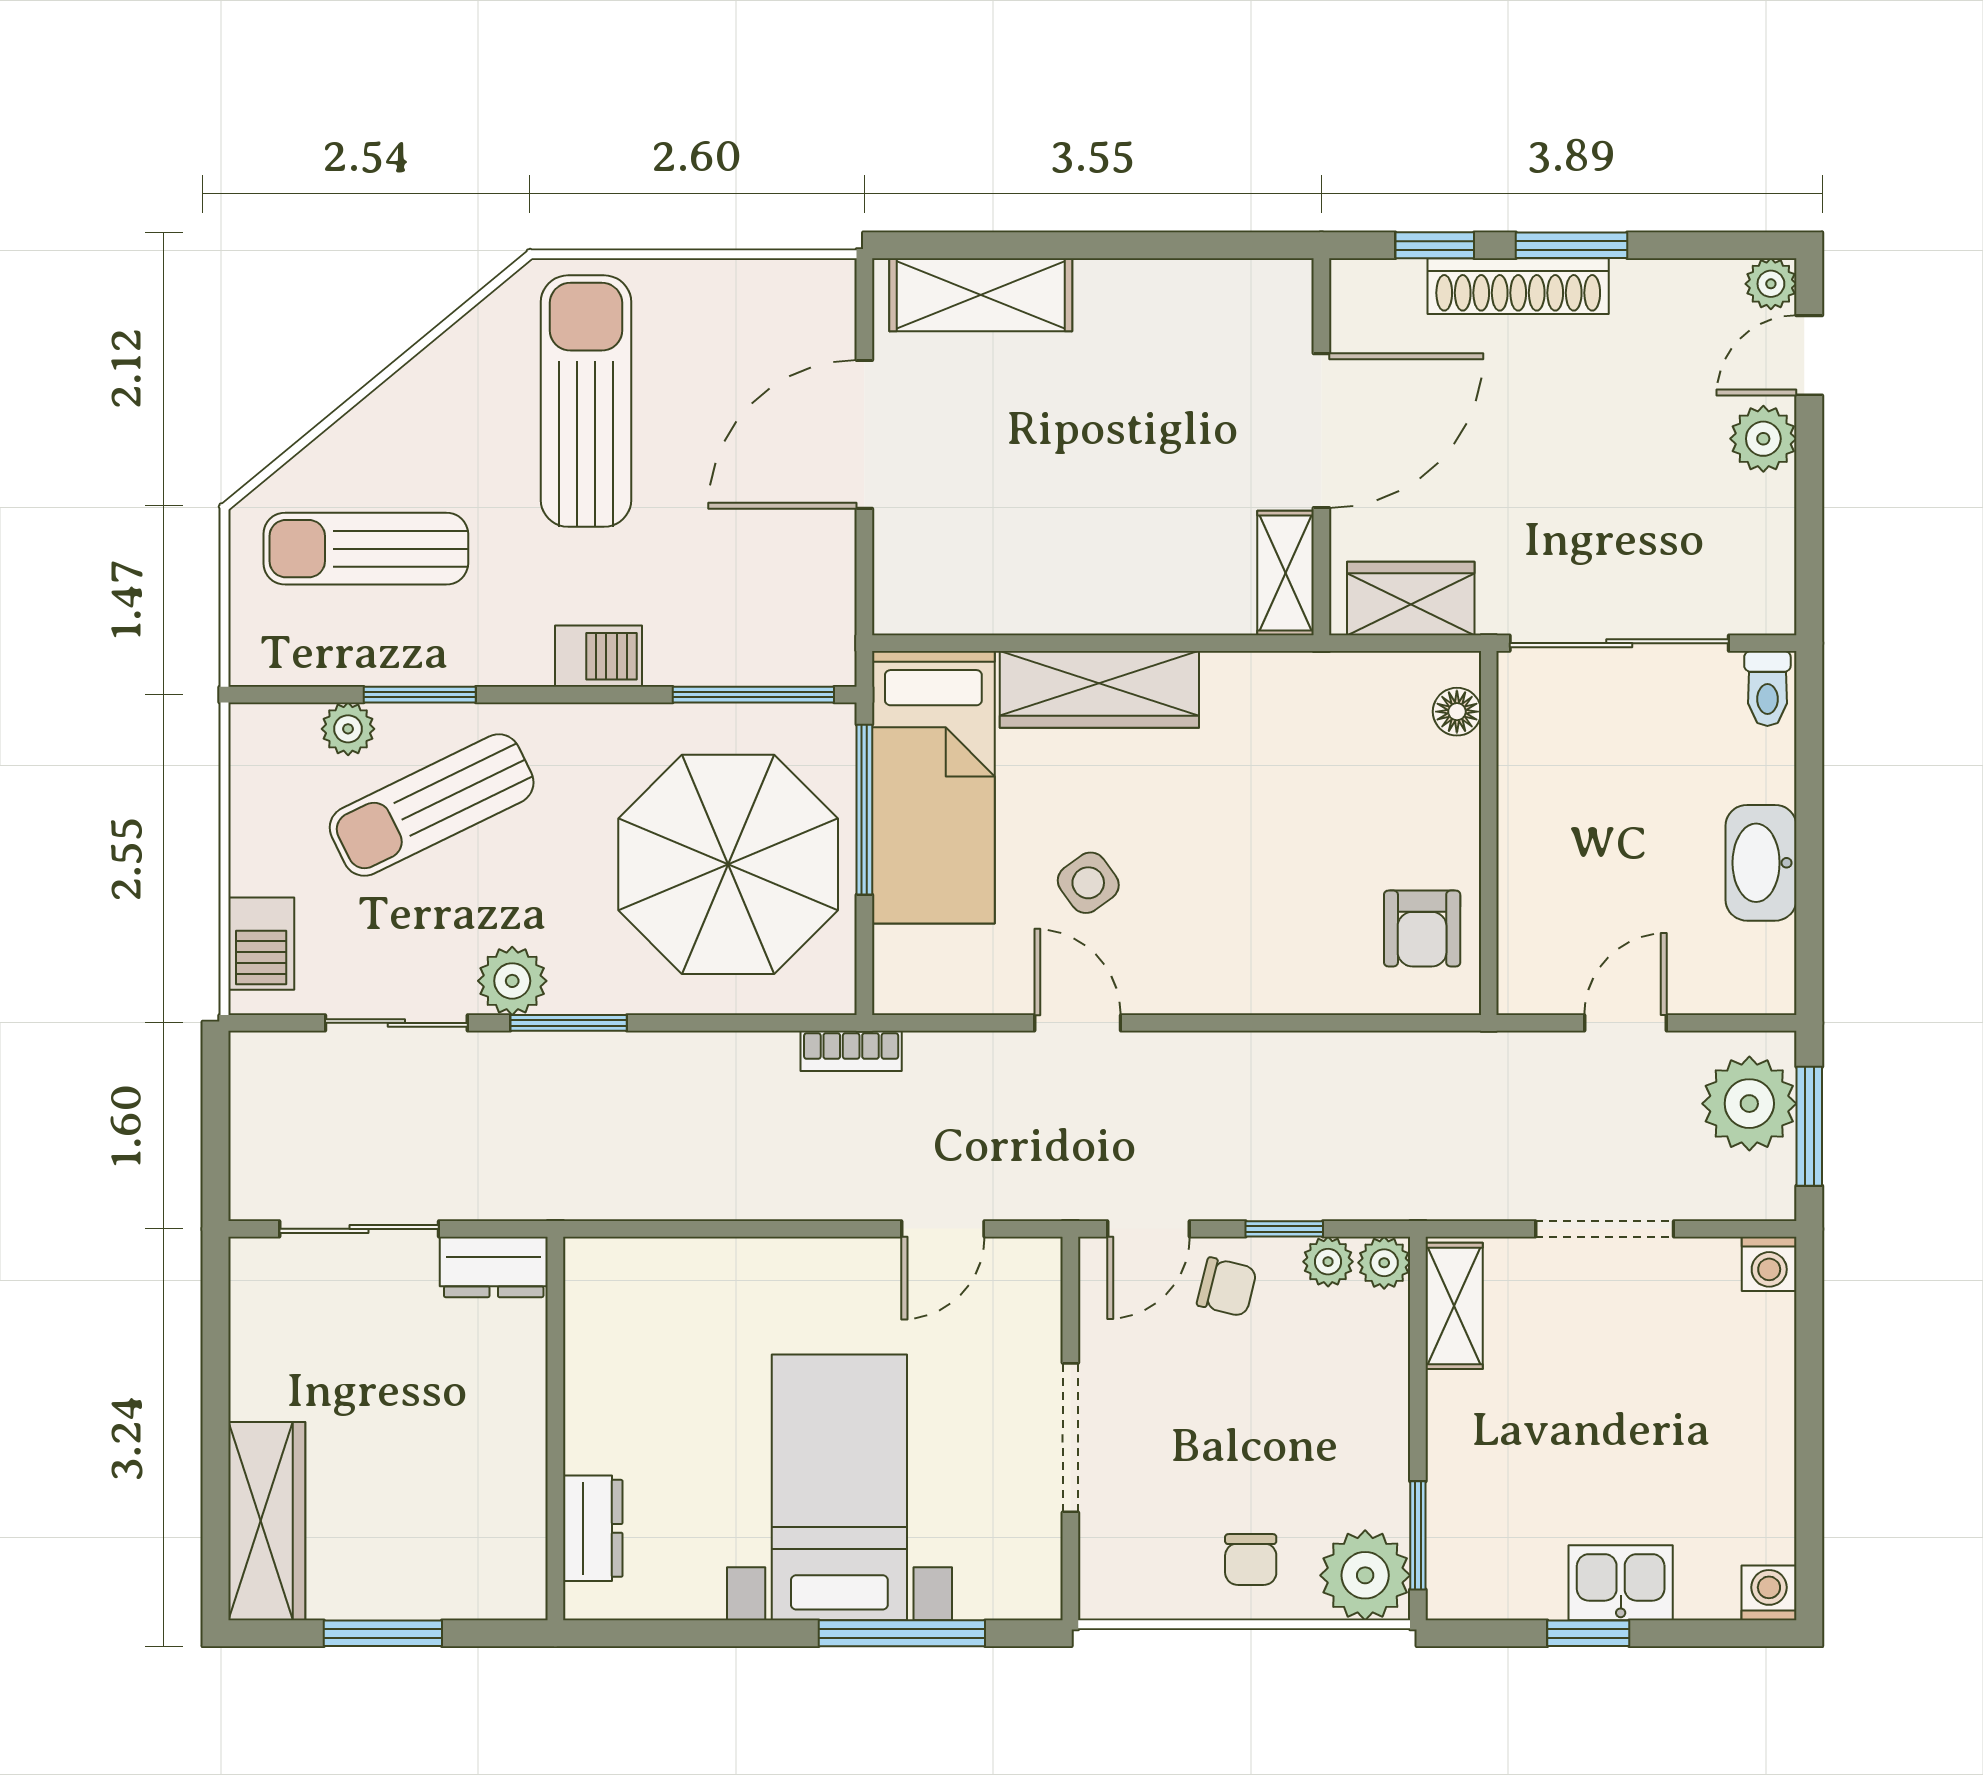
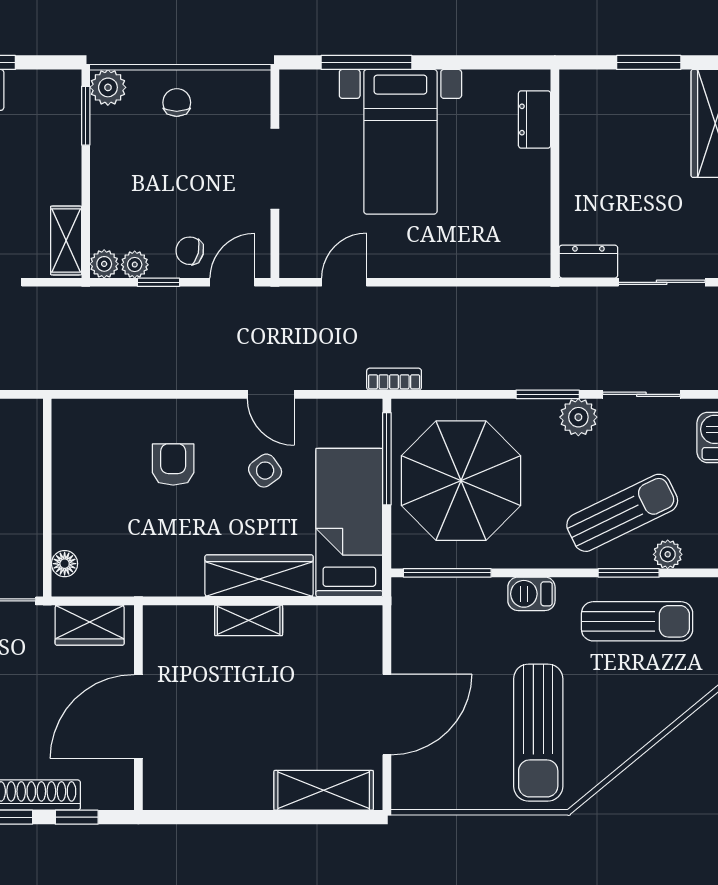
sun lounger: (366, 549) -> (637, 621), moved
shelving: (1286, 573) -> (249, 620), moved, turned 90
window: (864, 810) -> (387, 459), moved
armchair: (1422, 929) -> (173, 464), moved
plant: (1365, 1575) -> (108, 87), width x0.73, depth x0.73

